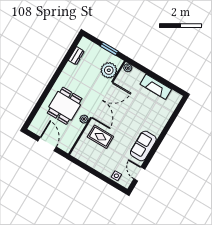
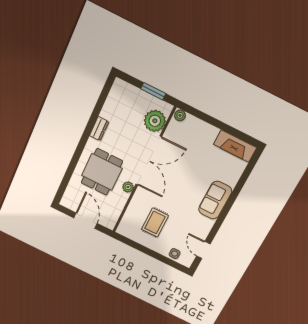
dresser: (76, 56) -> (99, 129), moved
fireplace: (156, 87) -> (235, 146), moved
rug: (100, 137) -> (155, 223), moved, turned 90
sofa: (143, 146) -> (215, 200), moved

